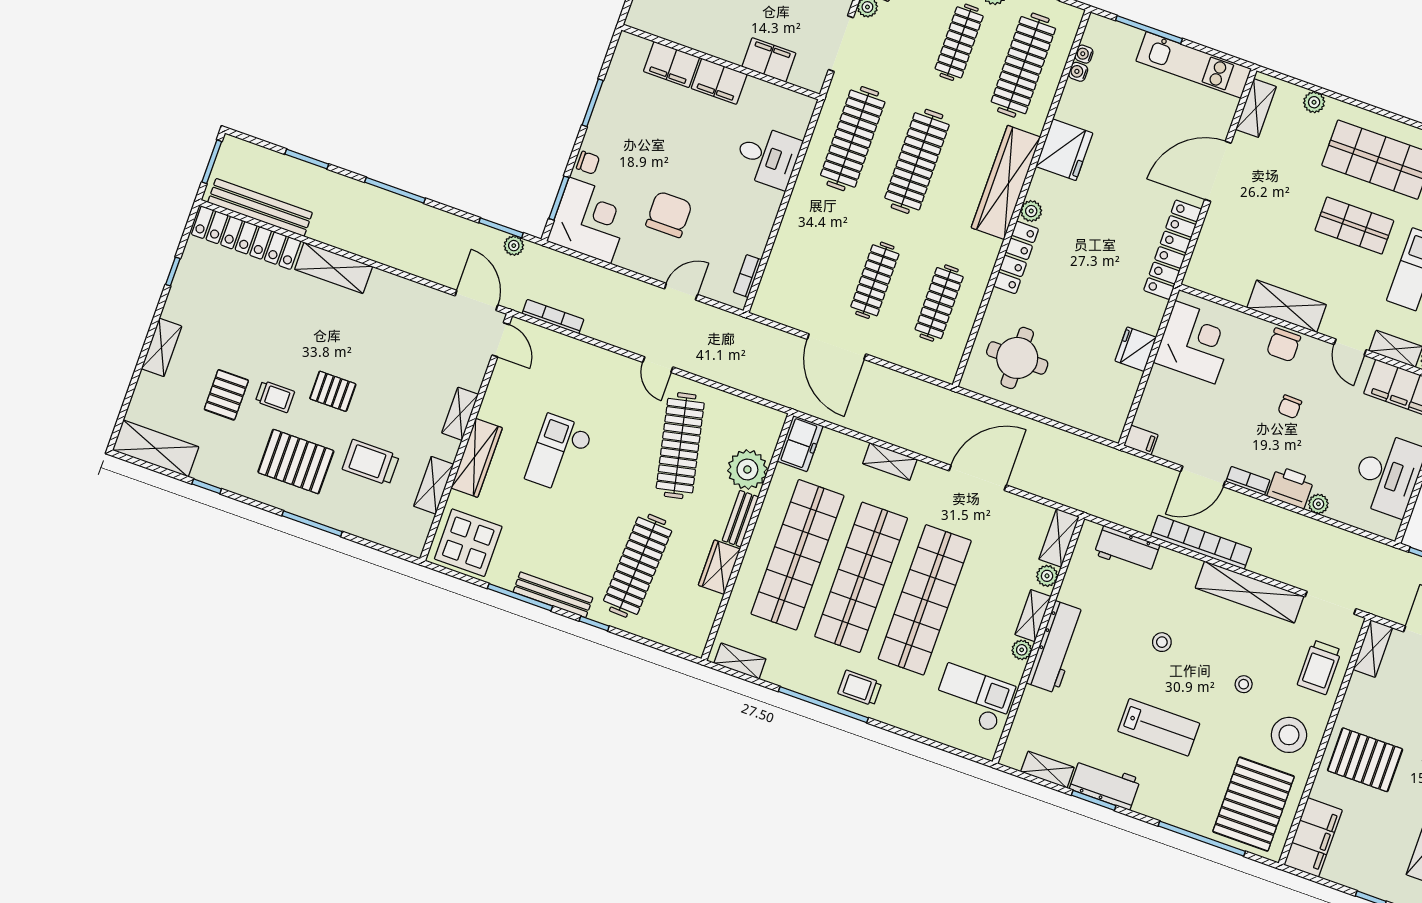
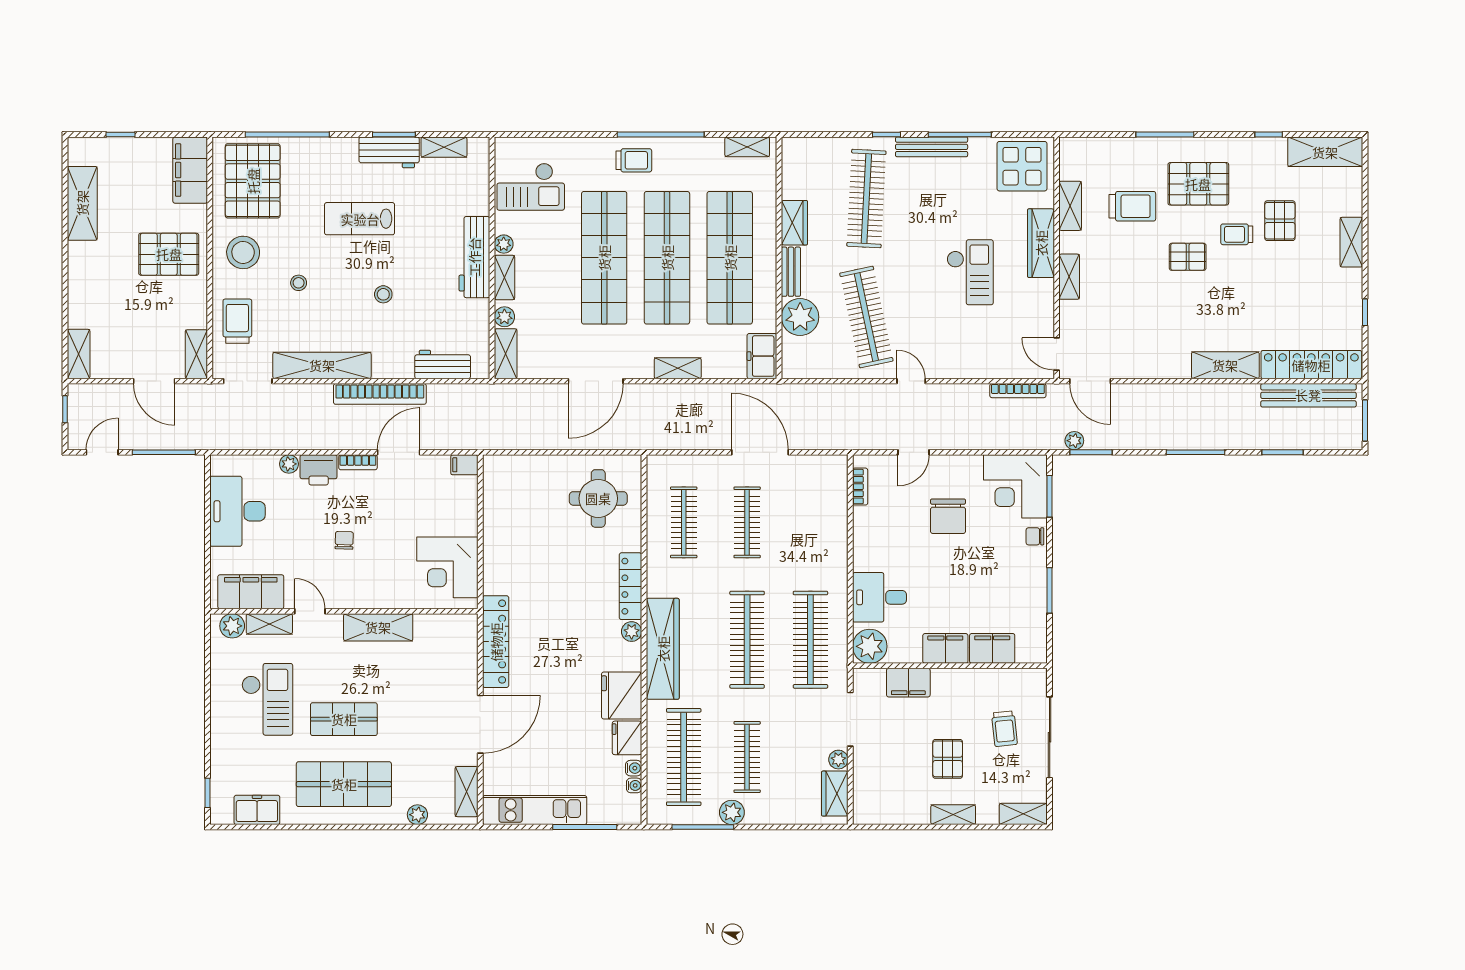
plant: (795, 111) -> (870, 646), added
chair: (1284, 345) -> (369, 593), removed
fridge: (1136, 349) -> (627, 738), moved, turned 180

